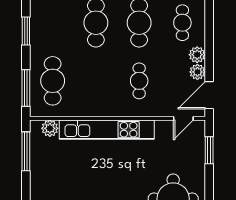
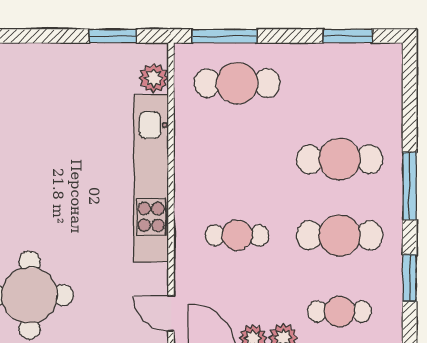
window: (26, 31) -> (348, 36), moved
window: (26, 151) -> (113, 36), width x0.69

